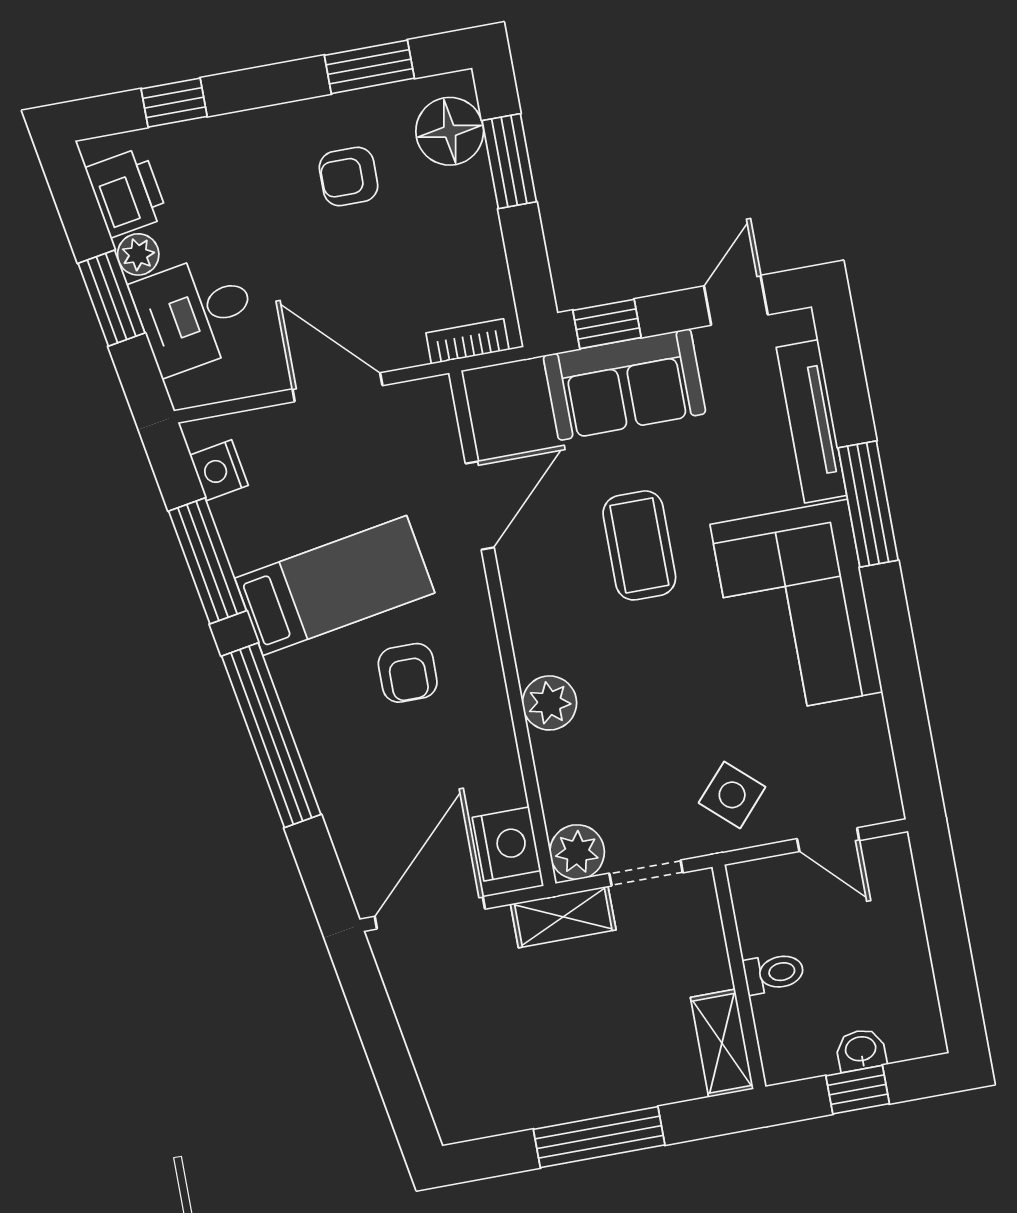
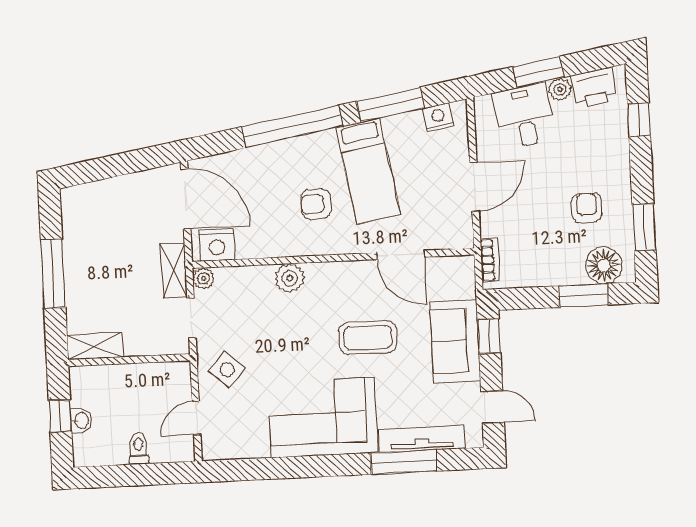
window: (868, 504) -> (404, 462), moved
plant: (577, 852) -> (203, 278), width x0.73, depth x0.73
toilet: (774, 973) -> (139, 449), moved, turned 180

